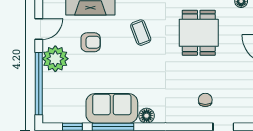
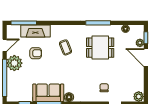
dining table: (199, 33) -> (100, 48), turned 90

